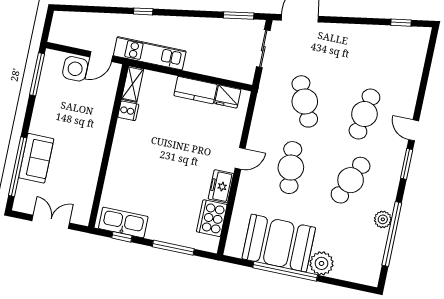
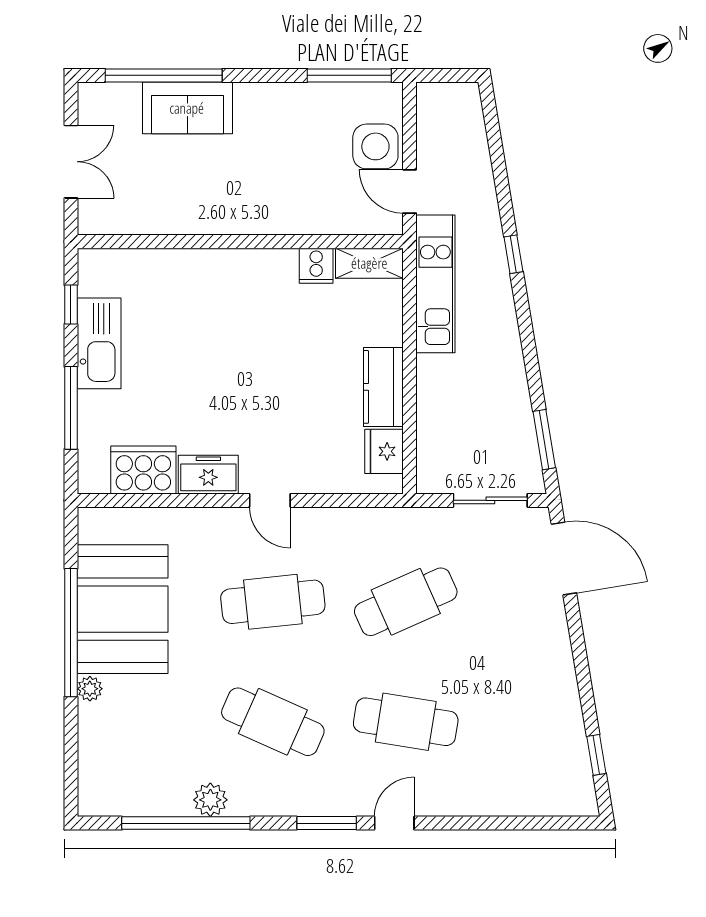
kitchen sink: (123, 222) -> (99, 343), moved
plant: (322, 263) -> (90, 689), width x0.53, depth x0.53

